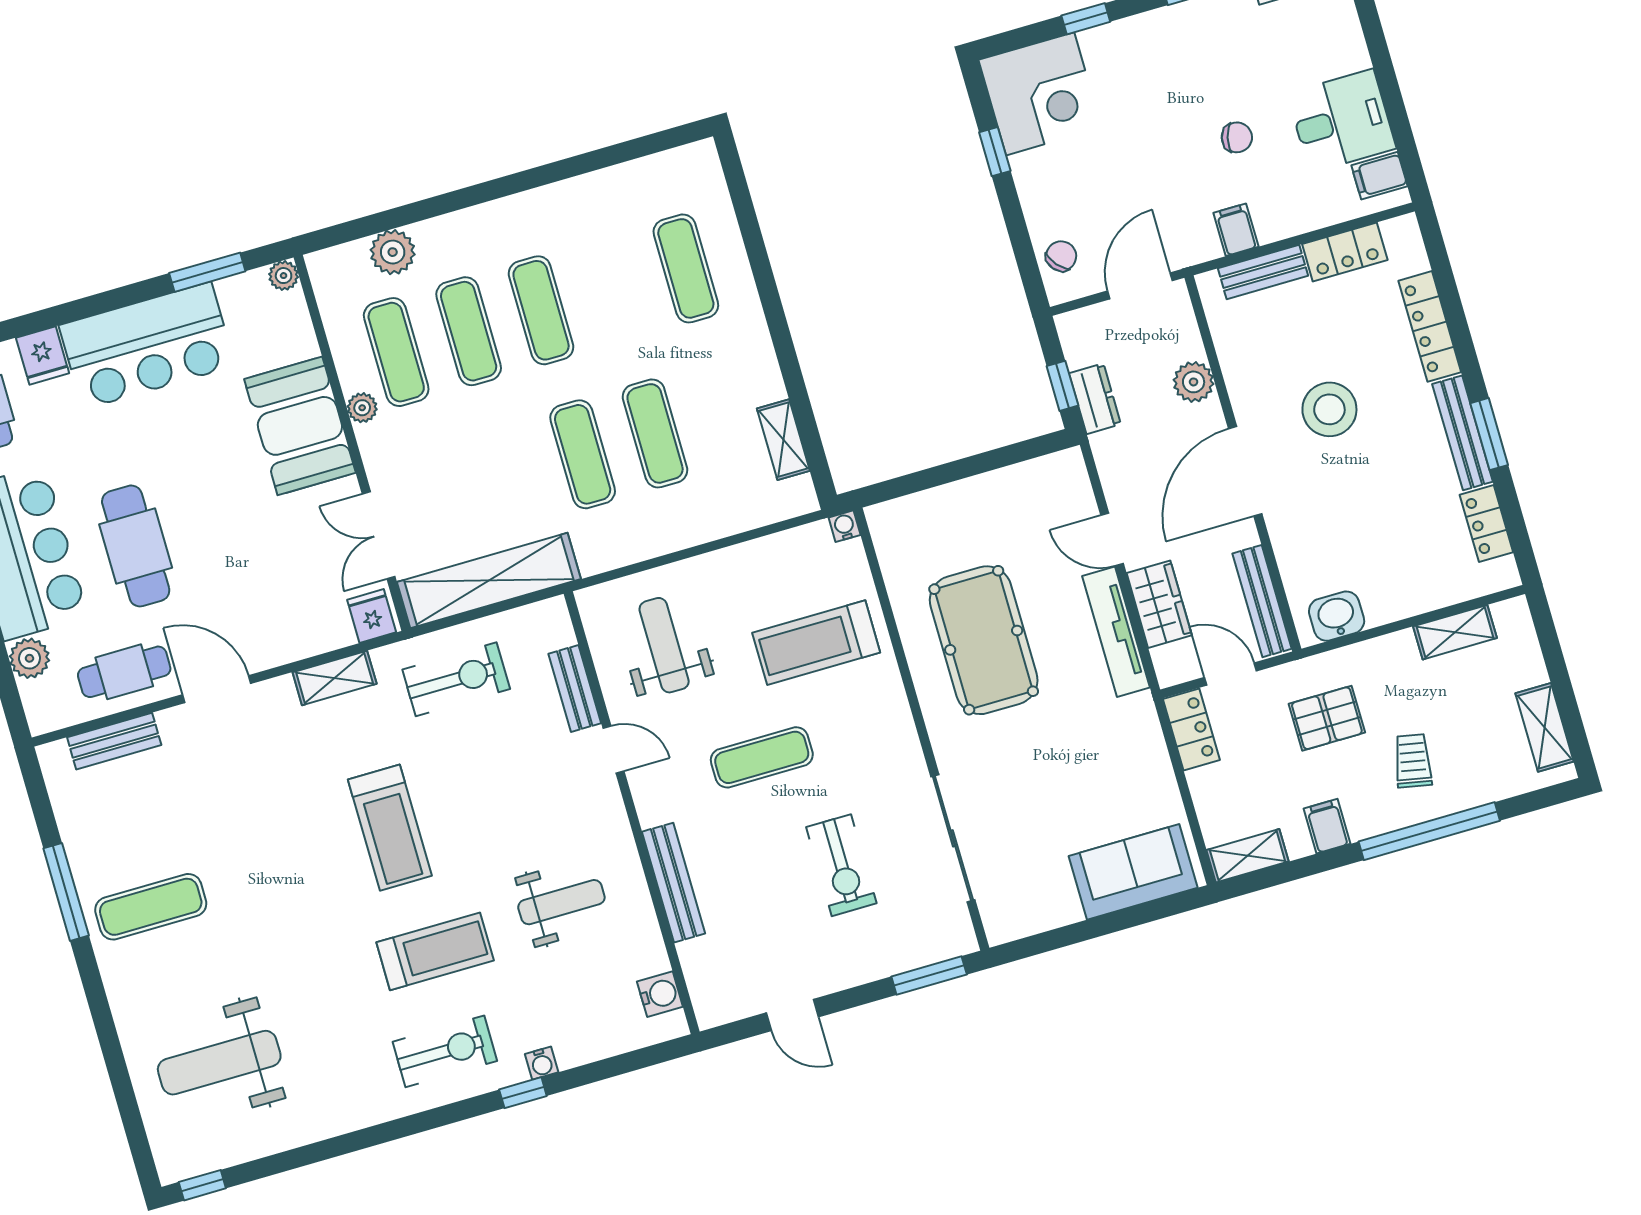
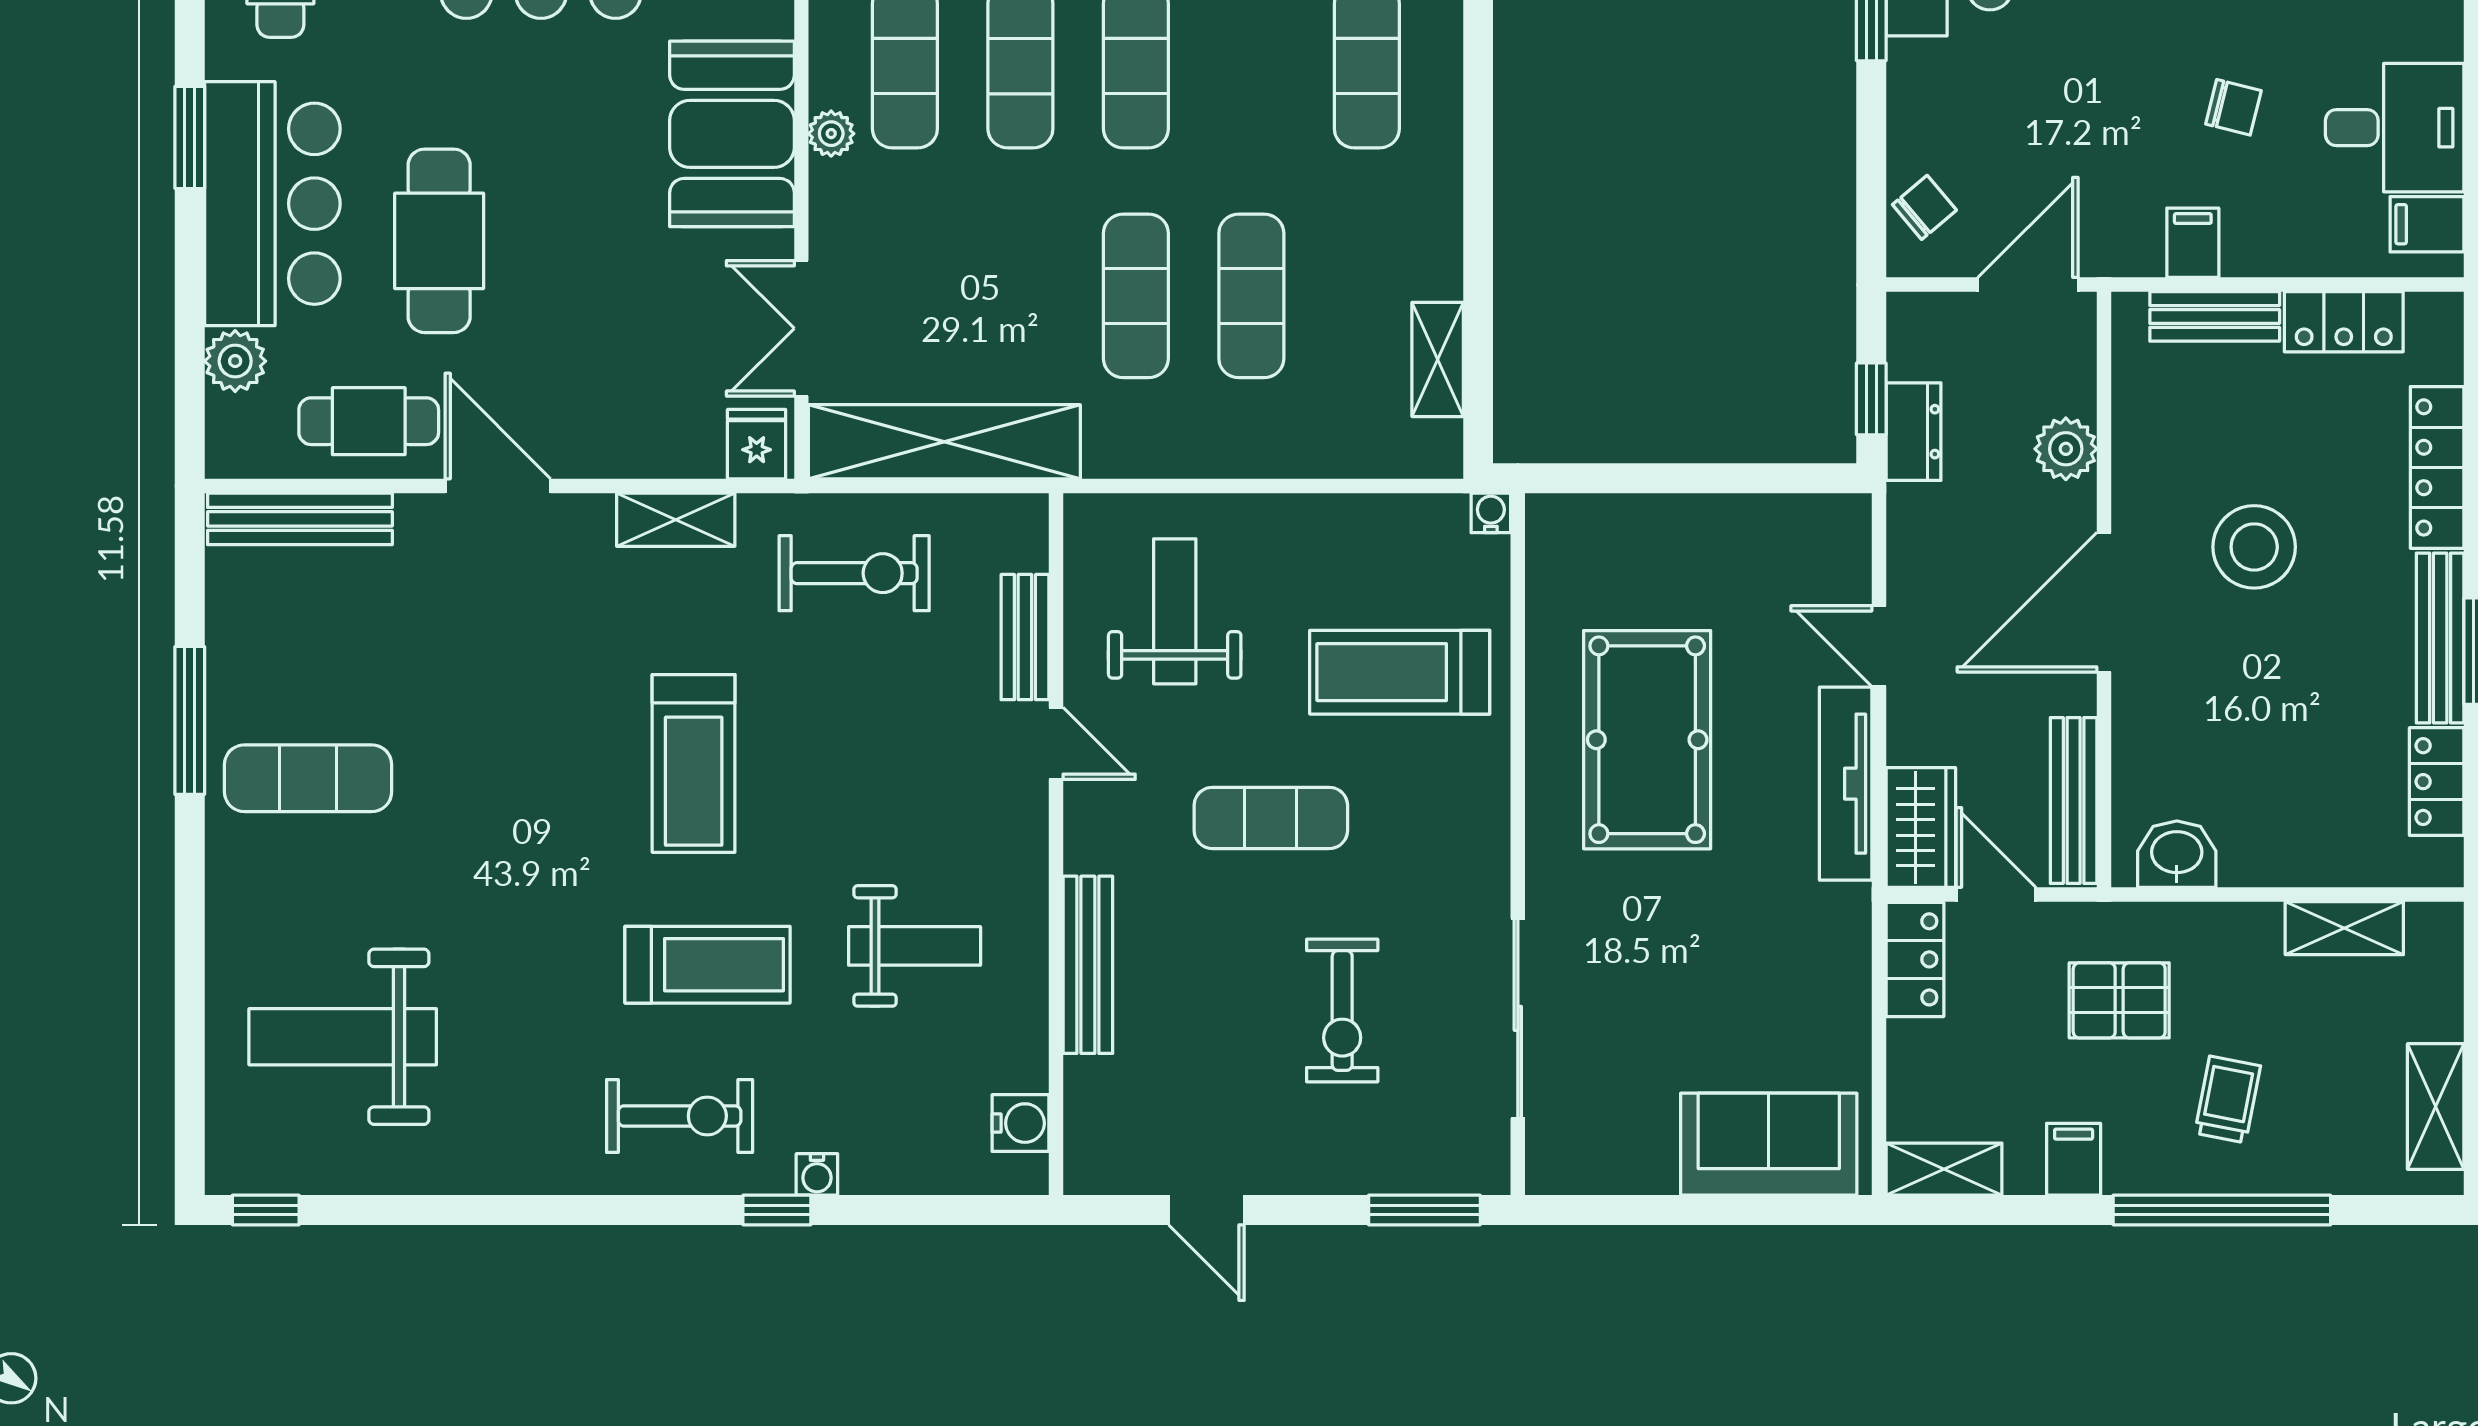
wardrobe: (1159, 604) -> (1921, 827), moved
bench: (114, 741) -> (300, 519), width x1.36

